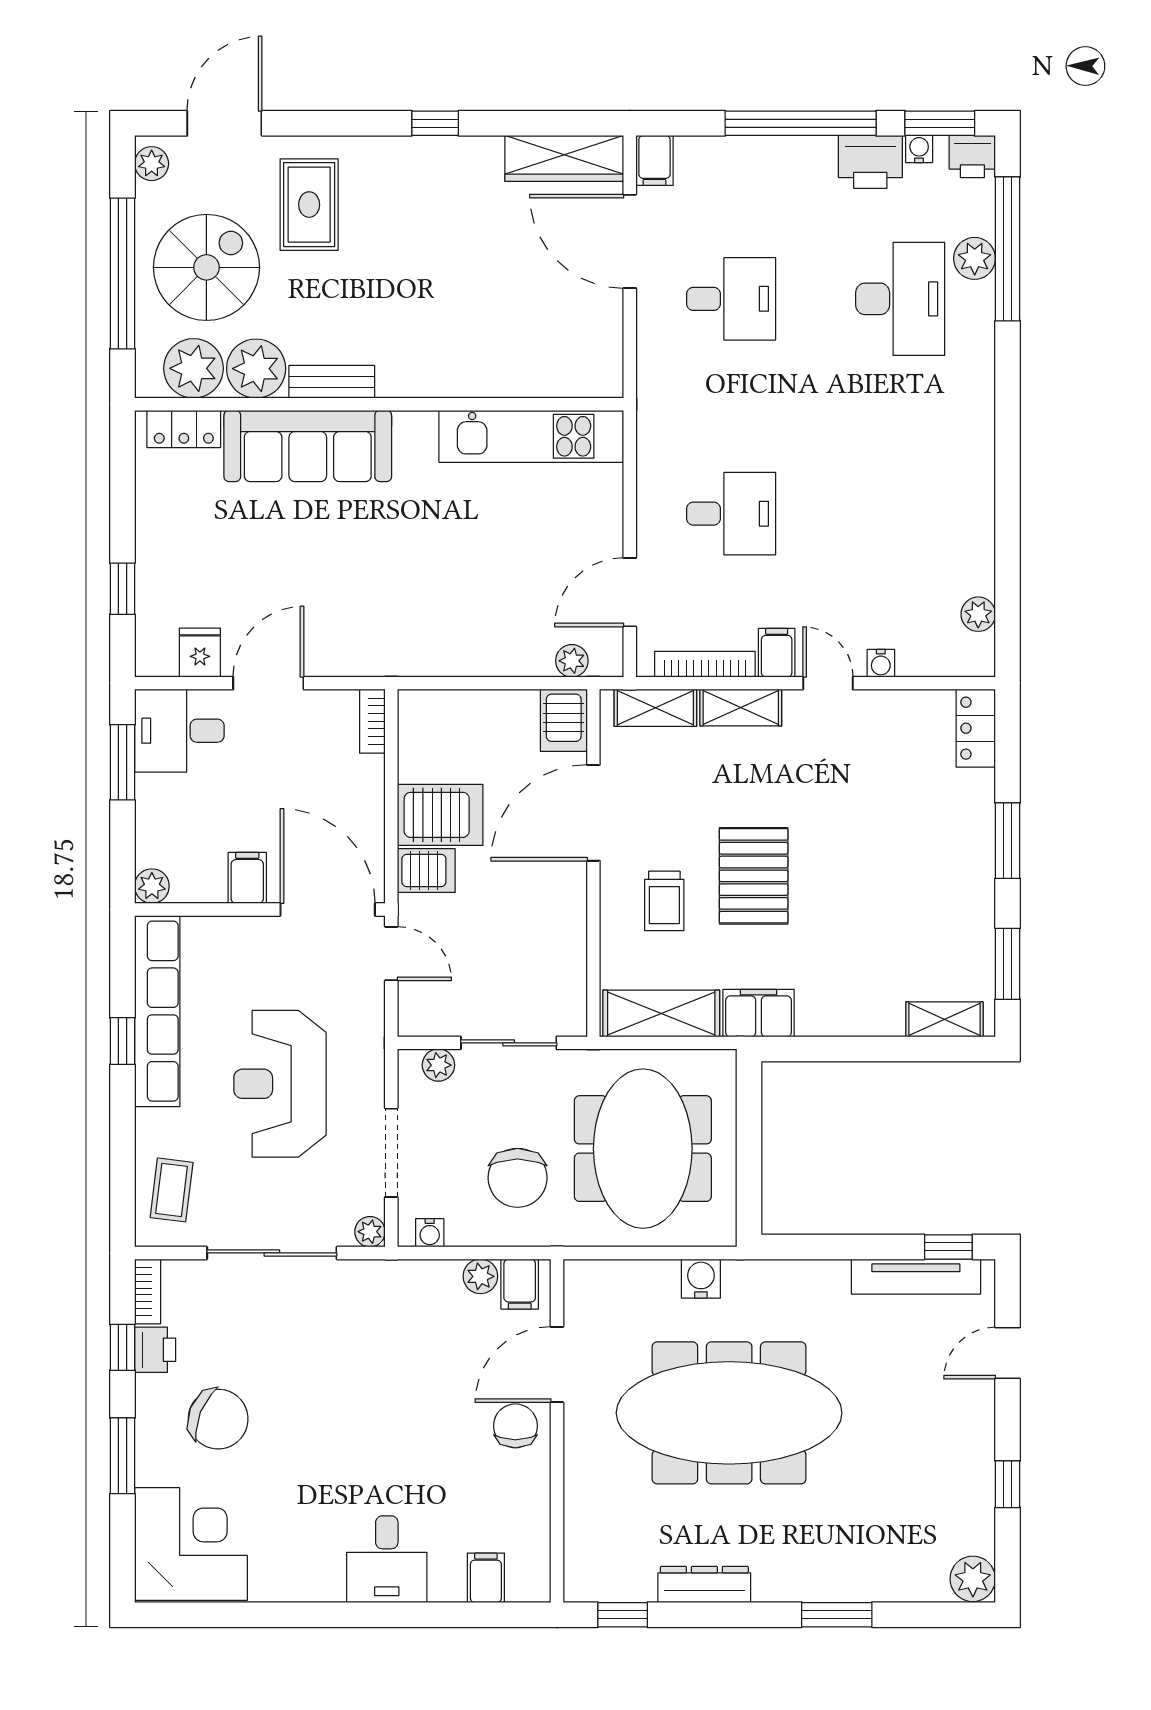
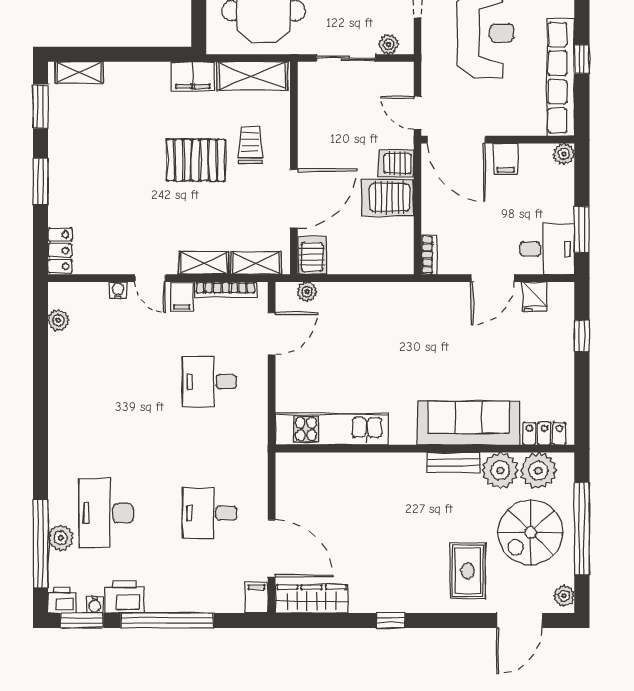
pallet: (754, 876) -> (196, 160), turned 90

